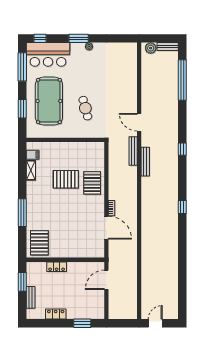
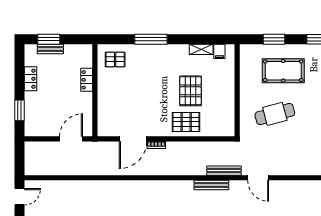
pool table: (49, 101) -> (283, 71), width x0.73, depth x0.76
cafe table: (85, 108) -> (275, 114), width x1.37, depth x1.35
door: (139, 122) -> (258, 178), swing flipped
pallet: (39, 243) -> (115, 59), width x0.67, depth x0.71
door: (106, 280) -> (71, 139), hinge flipped
window: (22, 282) -> (49, 39), moved
door: (155, 323) -> (20, 197), hinge flipped

